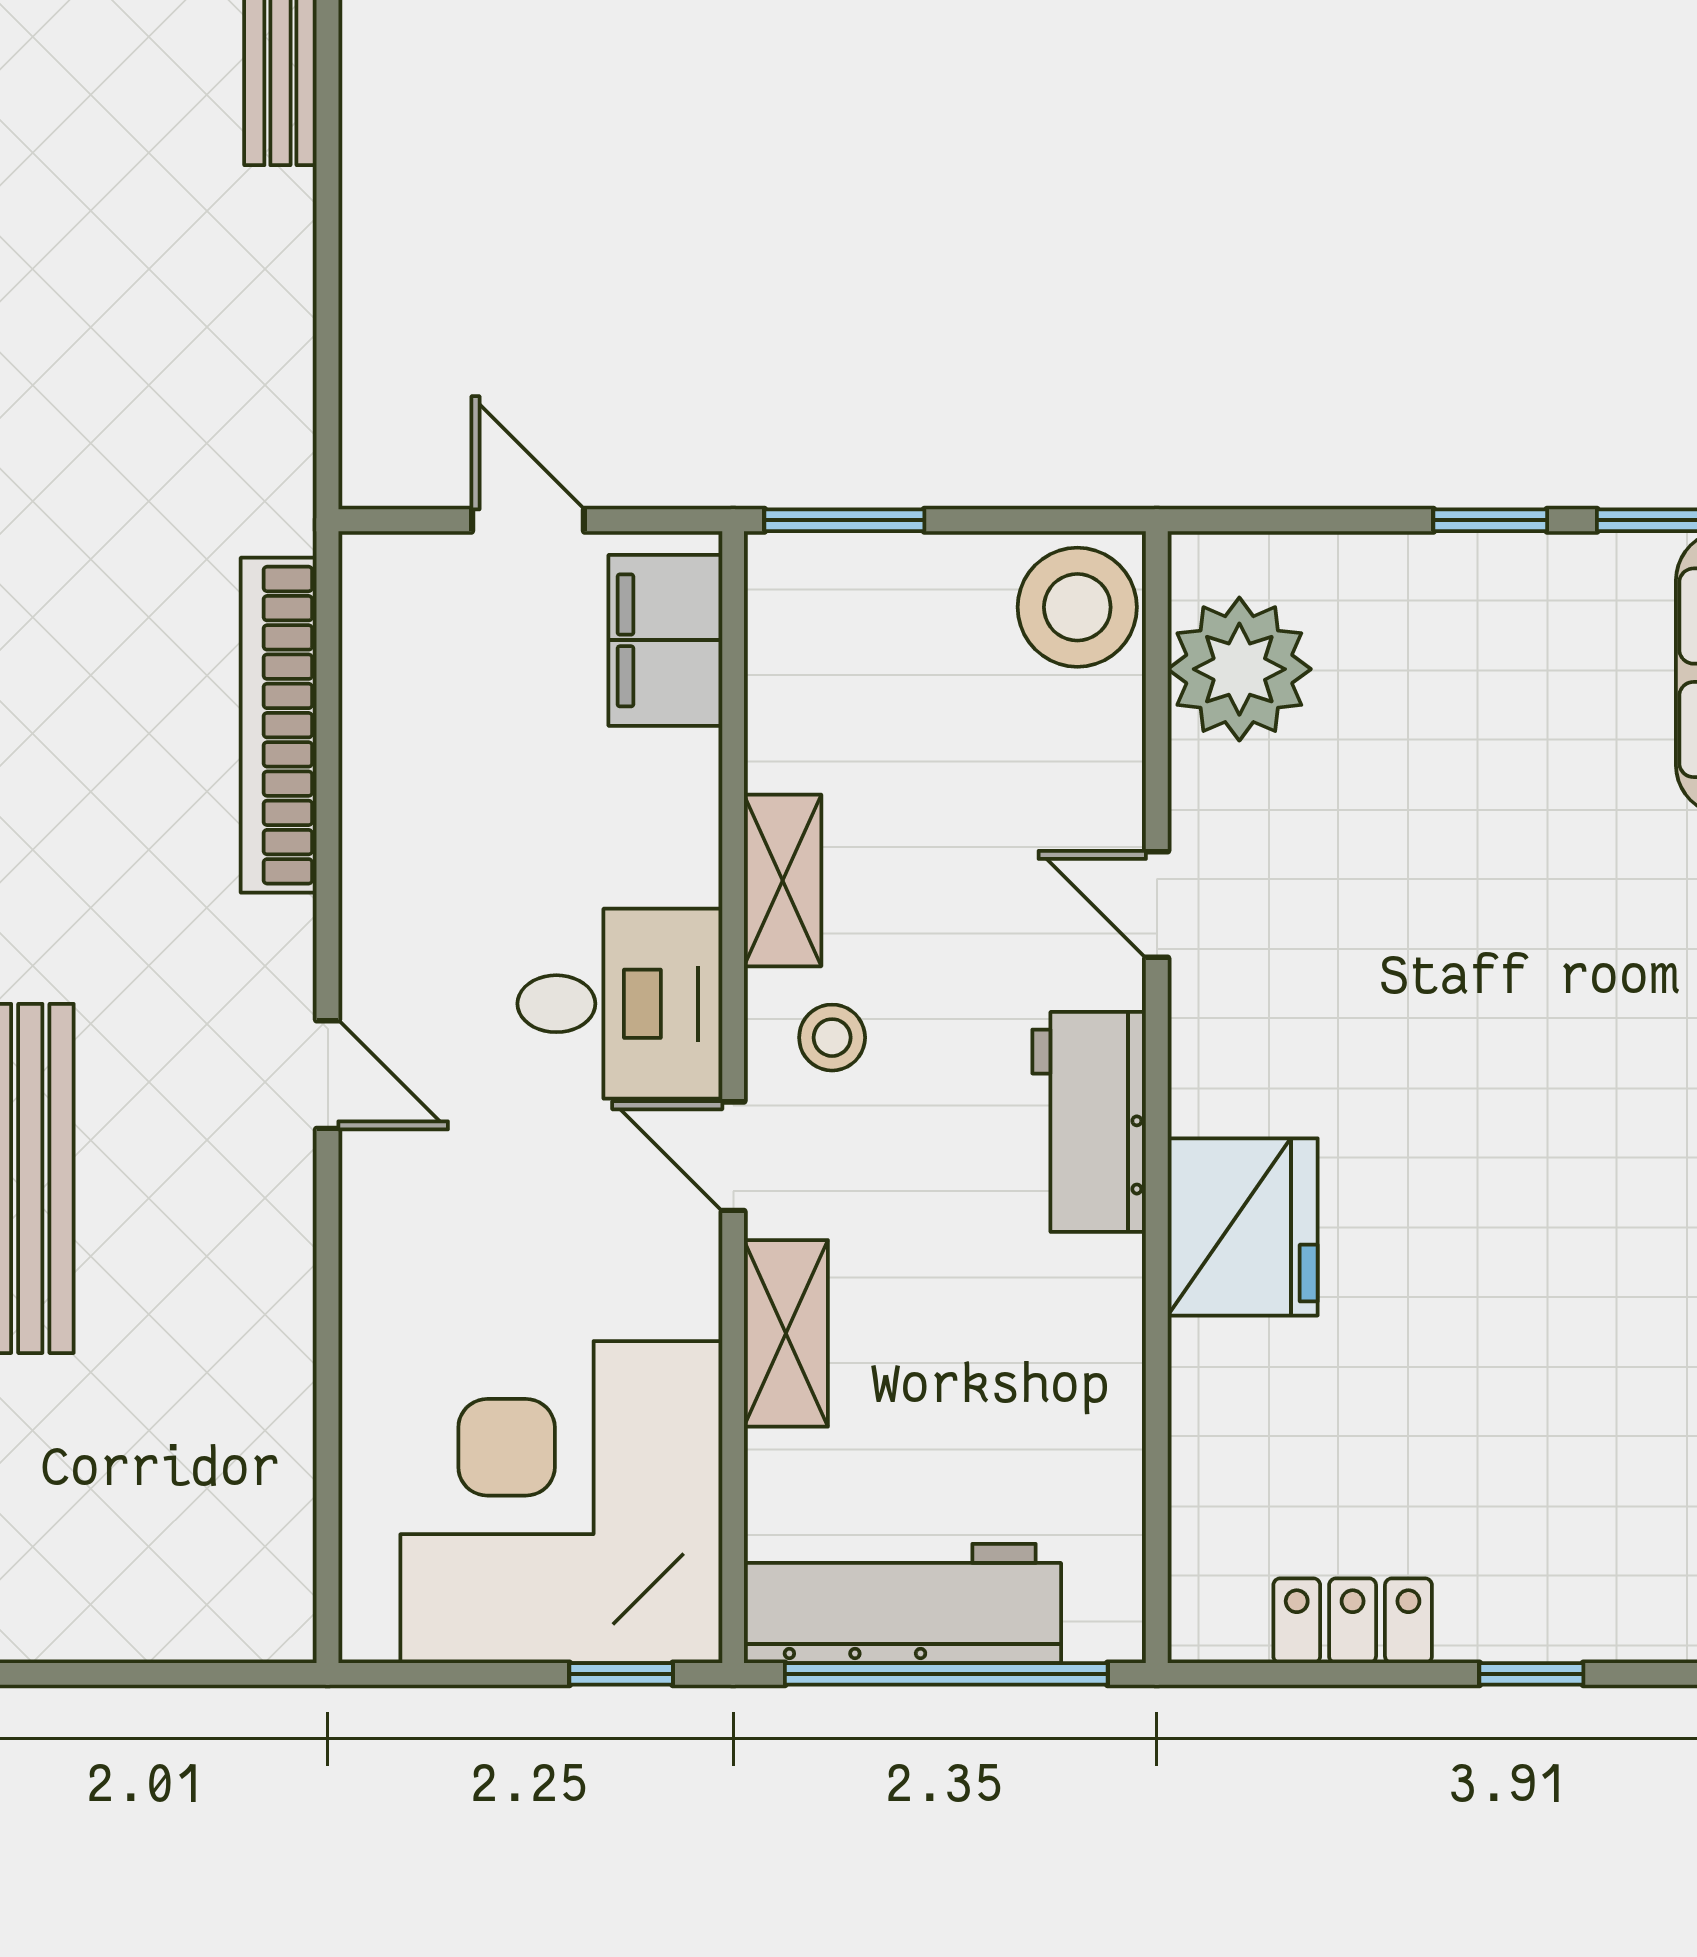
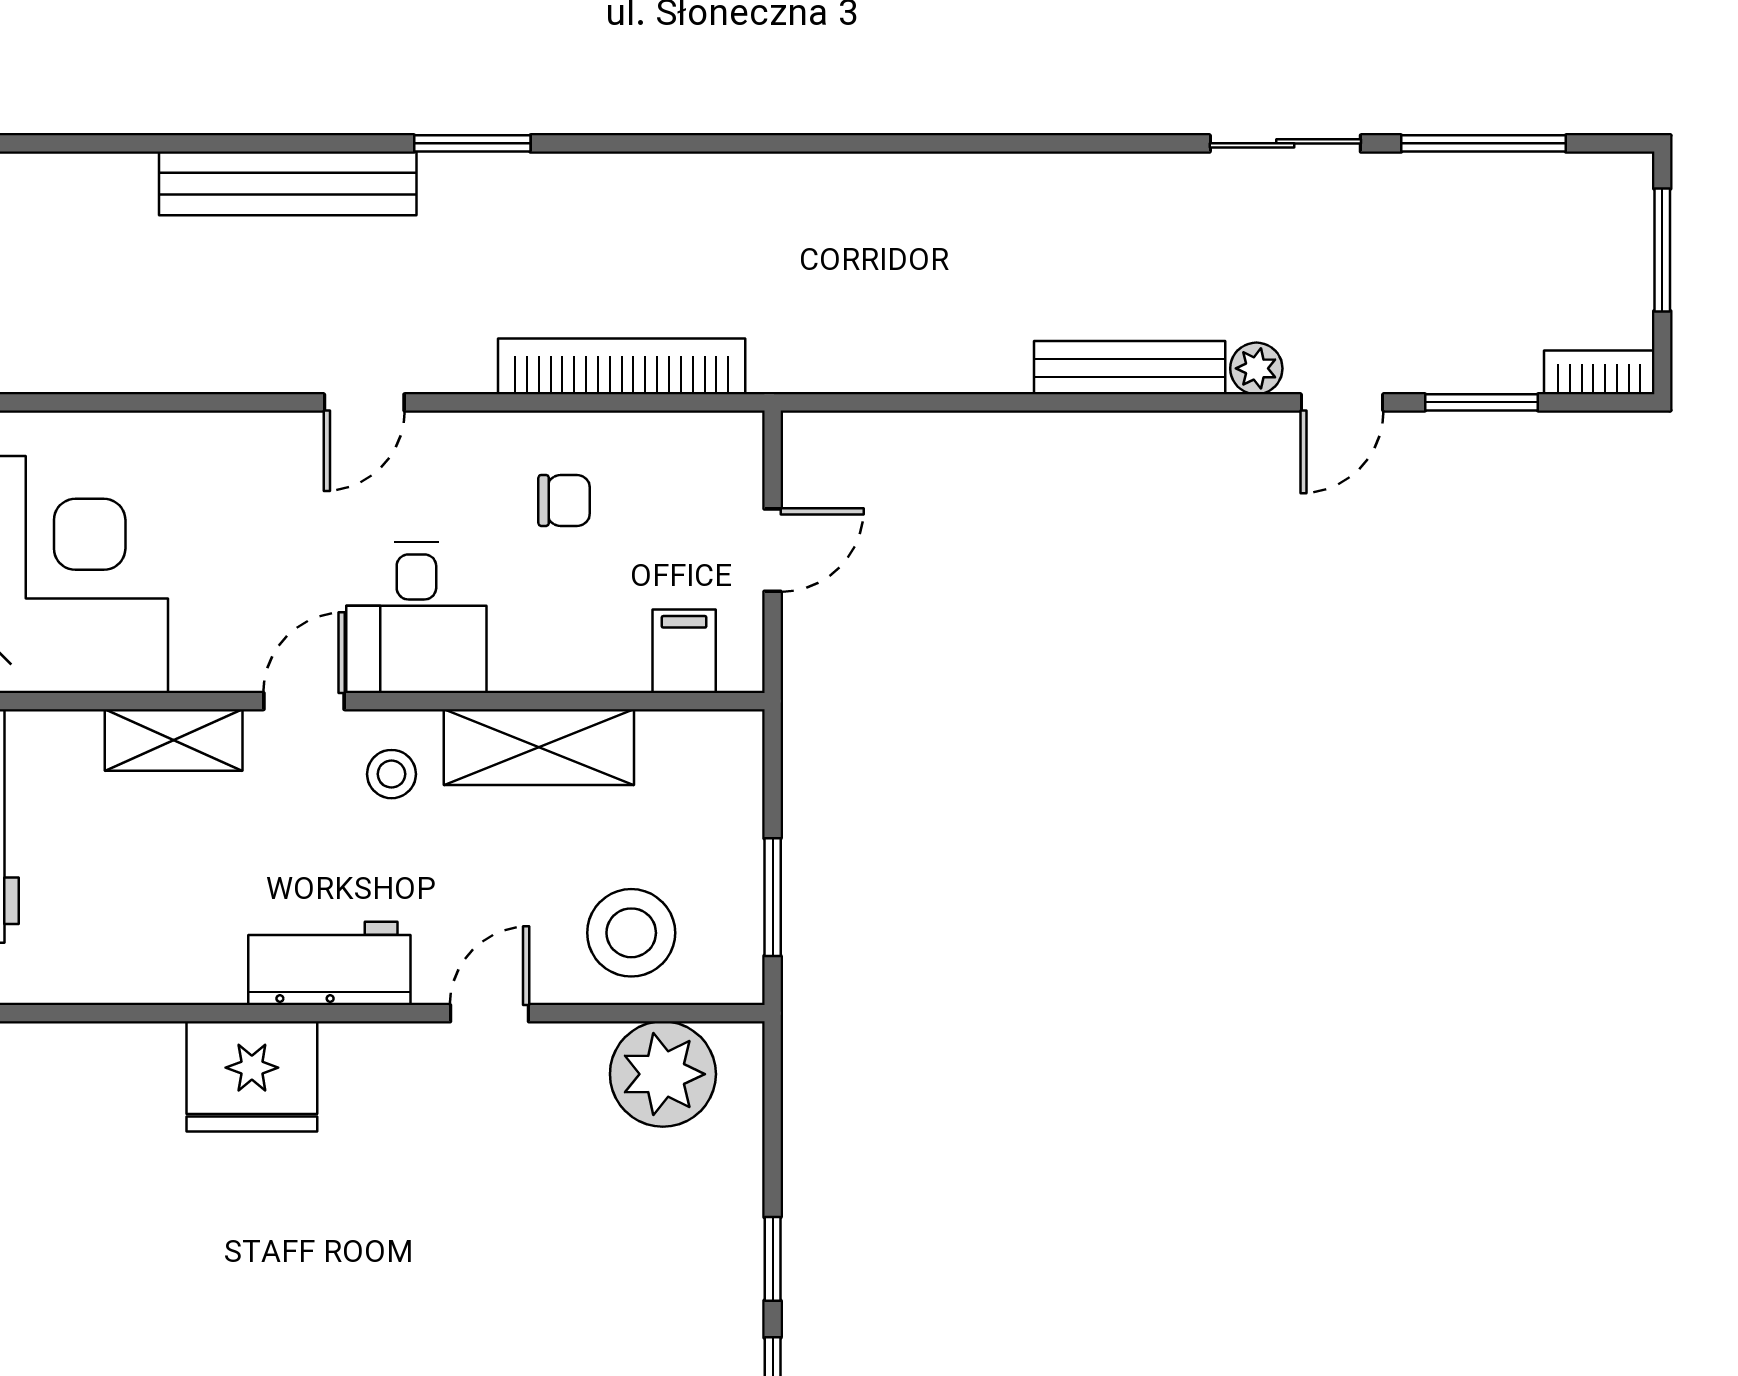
window: (844, 520) -> (773, 897), moved
stool: (1077, 607) -> (631, 933), moved
filing cabinet: (665, 640) -> (684, 651), width x0.50
chair: (461, 803) -> (564, 500), added
shelving: (783, 880) -> (539, 747), width x1.50, depth x1.33

